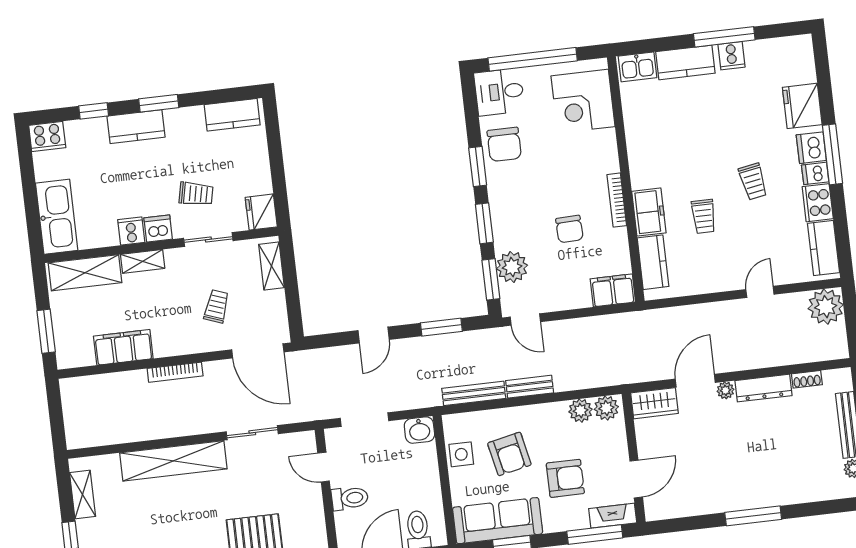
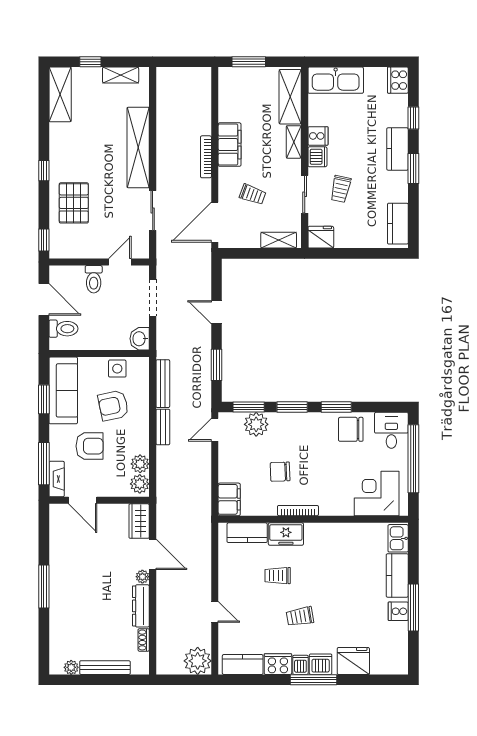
filing cabinet: (123, 347) -> (230, 145), moved
armchair: (565, 478) -> (90, 446), turned -90

